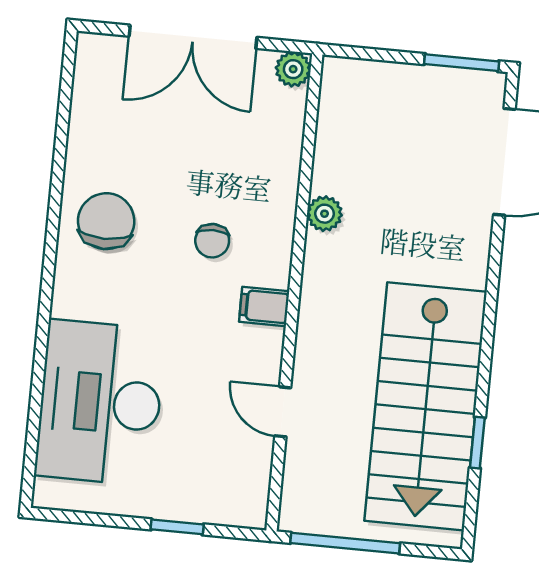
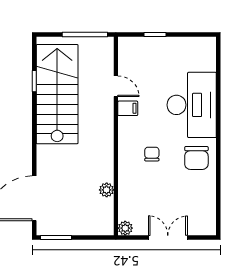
double door: (193, 37) -> (168, 237), width x0.73
plant: (325, 214) -> (107, 190), moved
filing cabinet: (264, 307) -> (128, 108), moved
desk: (100, 403) -> (192, 105), moved

